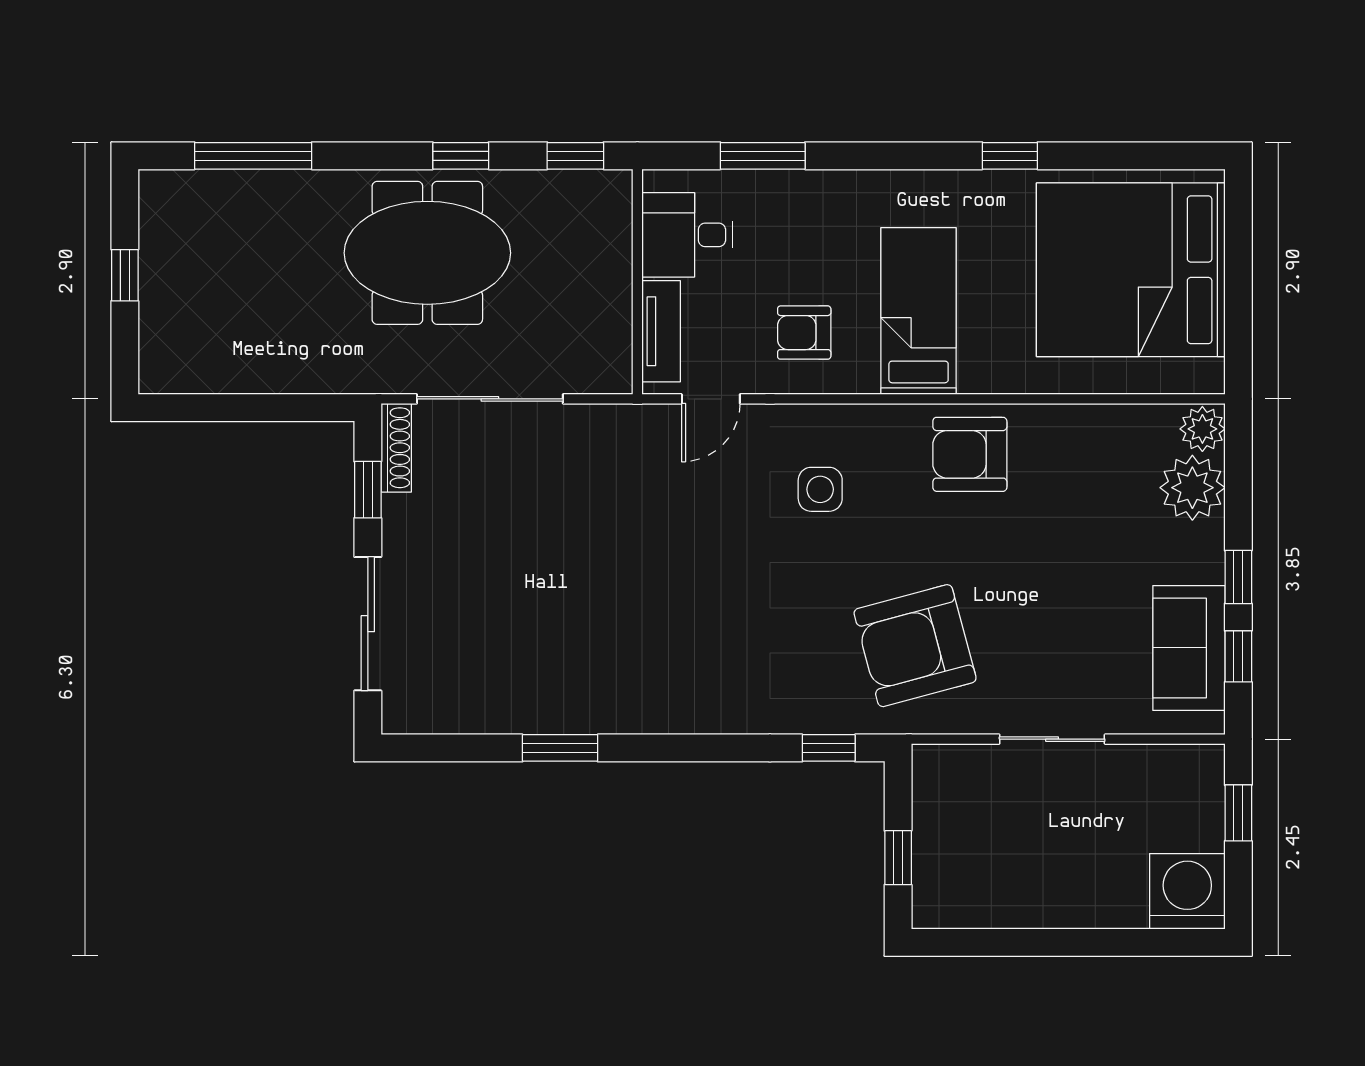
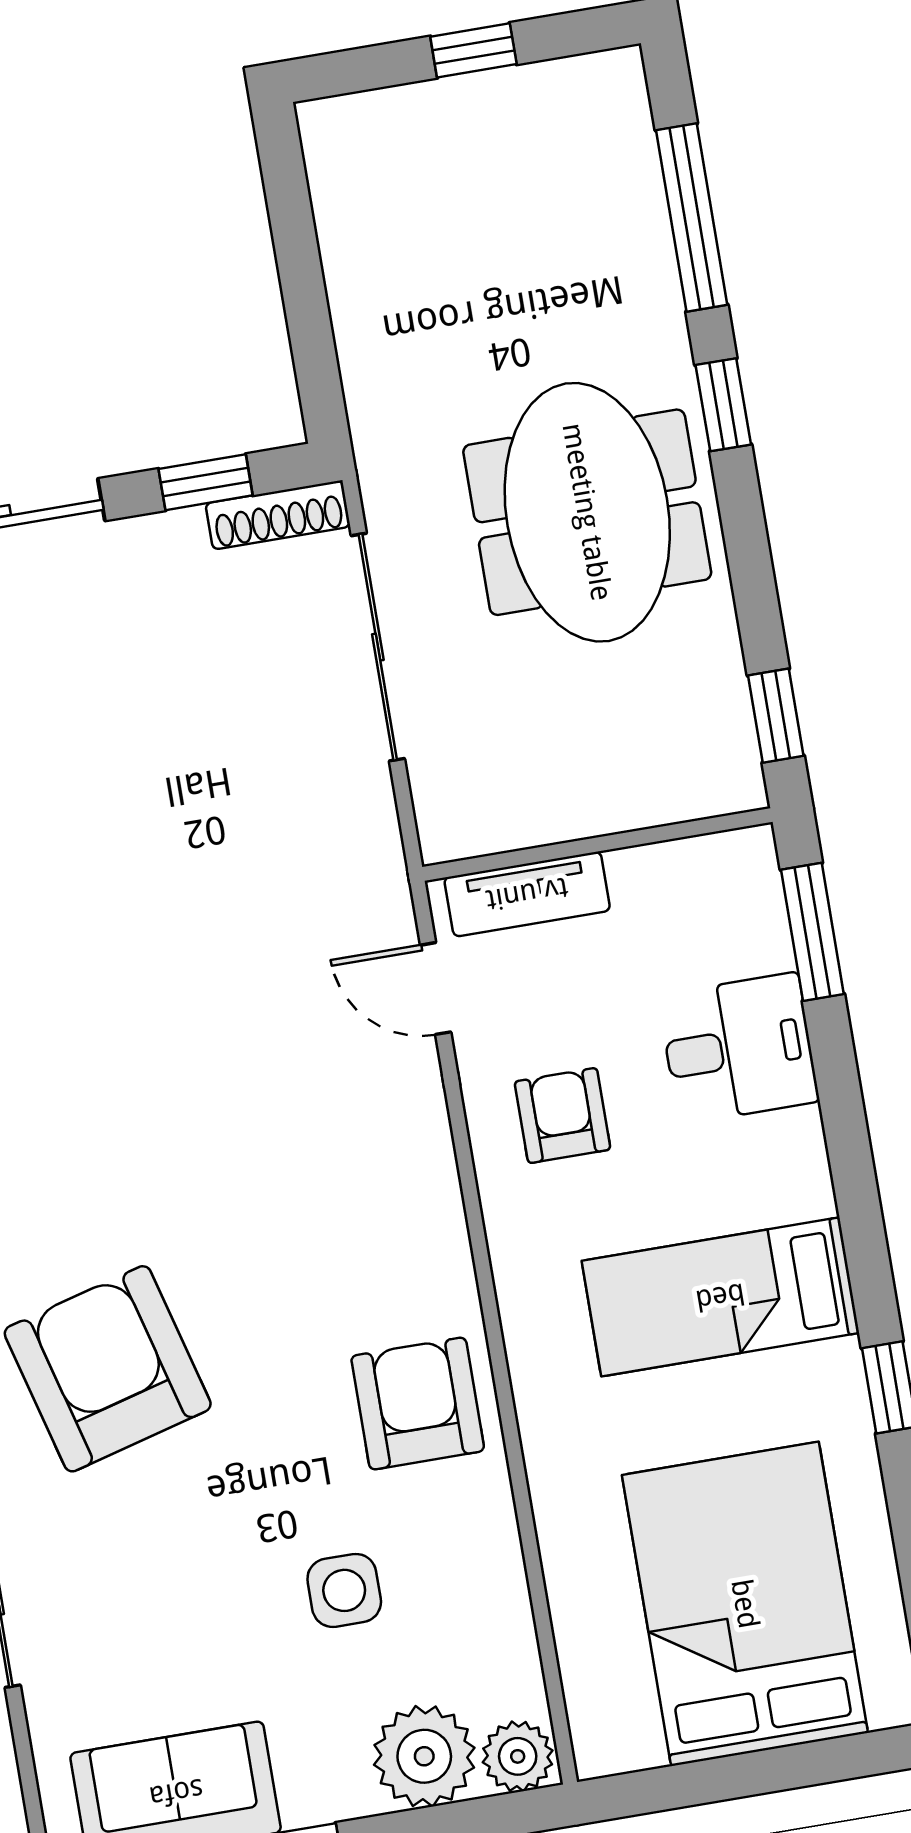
window: (461, 156) -> (723, 405), moved
window: (763, 156) -> (812, 932), moved
desk: (687, 235) -> (739, 1048), moved, turned 90
bed: (1131, 270) -> (745, 1604), width x0.73
bed: (919, 311) -> (720, 1297), moved, turned 180
side table: (820, 489) -> (344, 1590), moved

